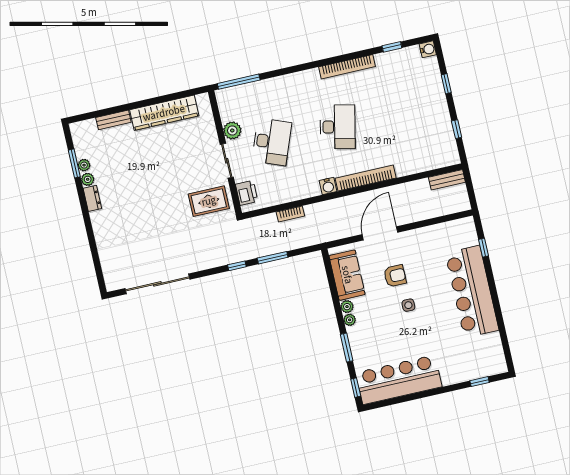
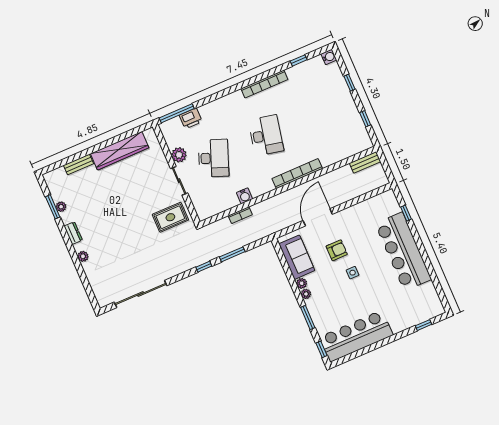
plant: (88, 179) -> (83, 256), moved
water cooler: (328, 186) -> (245, 196), moved
printer: (247, 193) -> (191, 118), moved, turned 90

